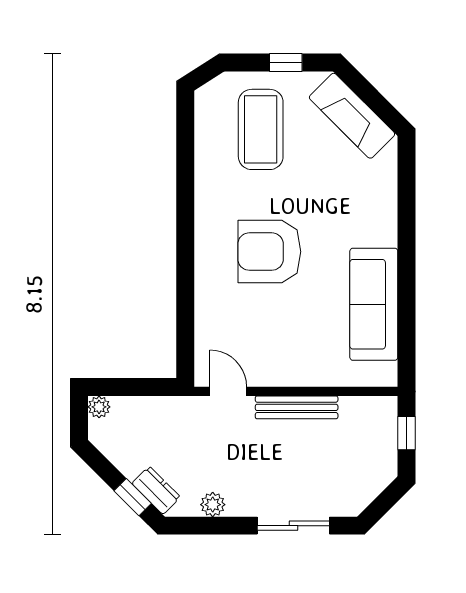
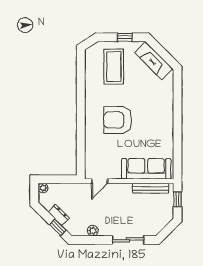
sofa: (374, 304) -> (146, 169), moved, turned 90
door: (228, 391) -> (100, 181), swing flipped
bench: (297, 407) -> (151, 188), moved
dresser: (156, 490) -> (59, 215), moved

